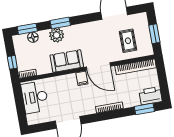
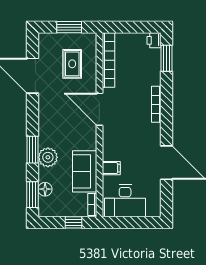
rug: (128, 41) -> (72, 64), turned 90
sofa: (67, 61) -> (85, 171), moved
door: (98, 67) -> (99, 109), swing flipped
filing cabinet: (82, 78) -> (111, 168), moved
printer: (151, 96) -> (154, 40), width x0.53, depth x0.68

